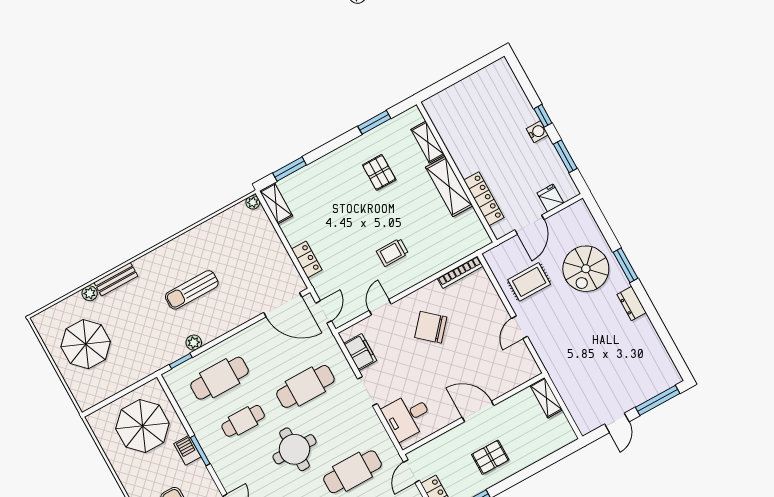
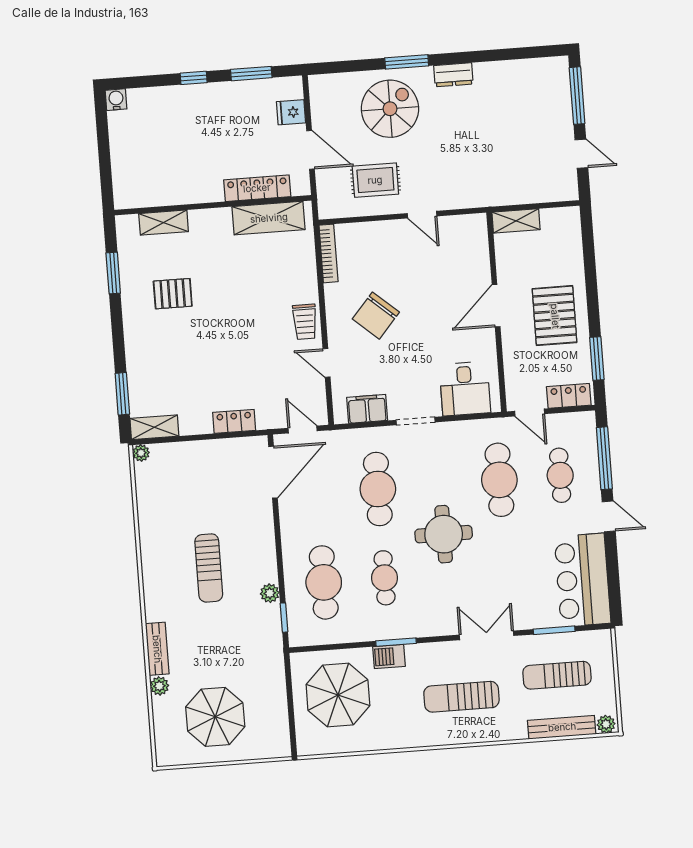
water cooler: (537, 132) -> (116, 100), moved
shelving: (449, 186) -> (269, 218), moved
trolley: (392, 252) -> (305, 322), moved
spiral stairs: (586, 269) -> (390, 109), turned -90
rug: (529, 282) -> (375, 180), turned 90
pallet: (490, 457) -> (555, 316), width x1.50, depth x1.42

